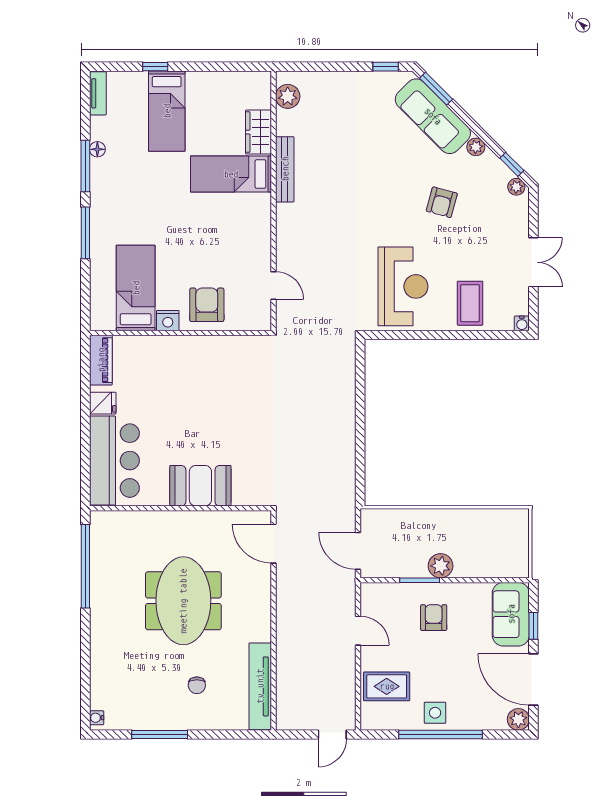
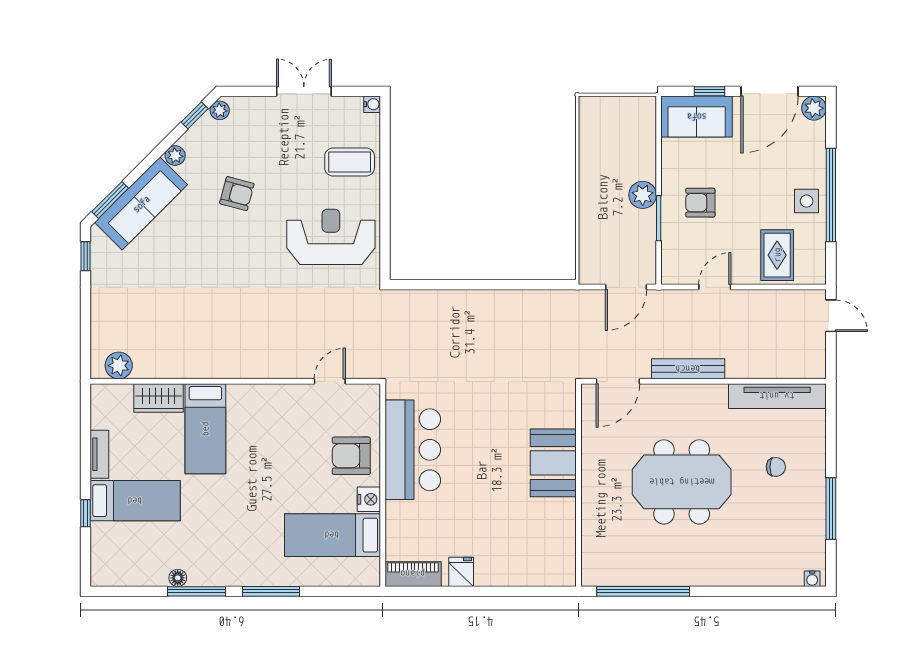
tv unit: (98, 93) -> (99, 454), moved, turned 90
bench: (285, 169) -> (688, 369), moved
bar counter: (114, 461) -> (413, 450), moved, turned 90

